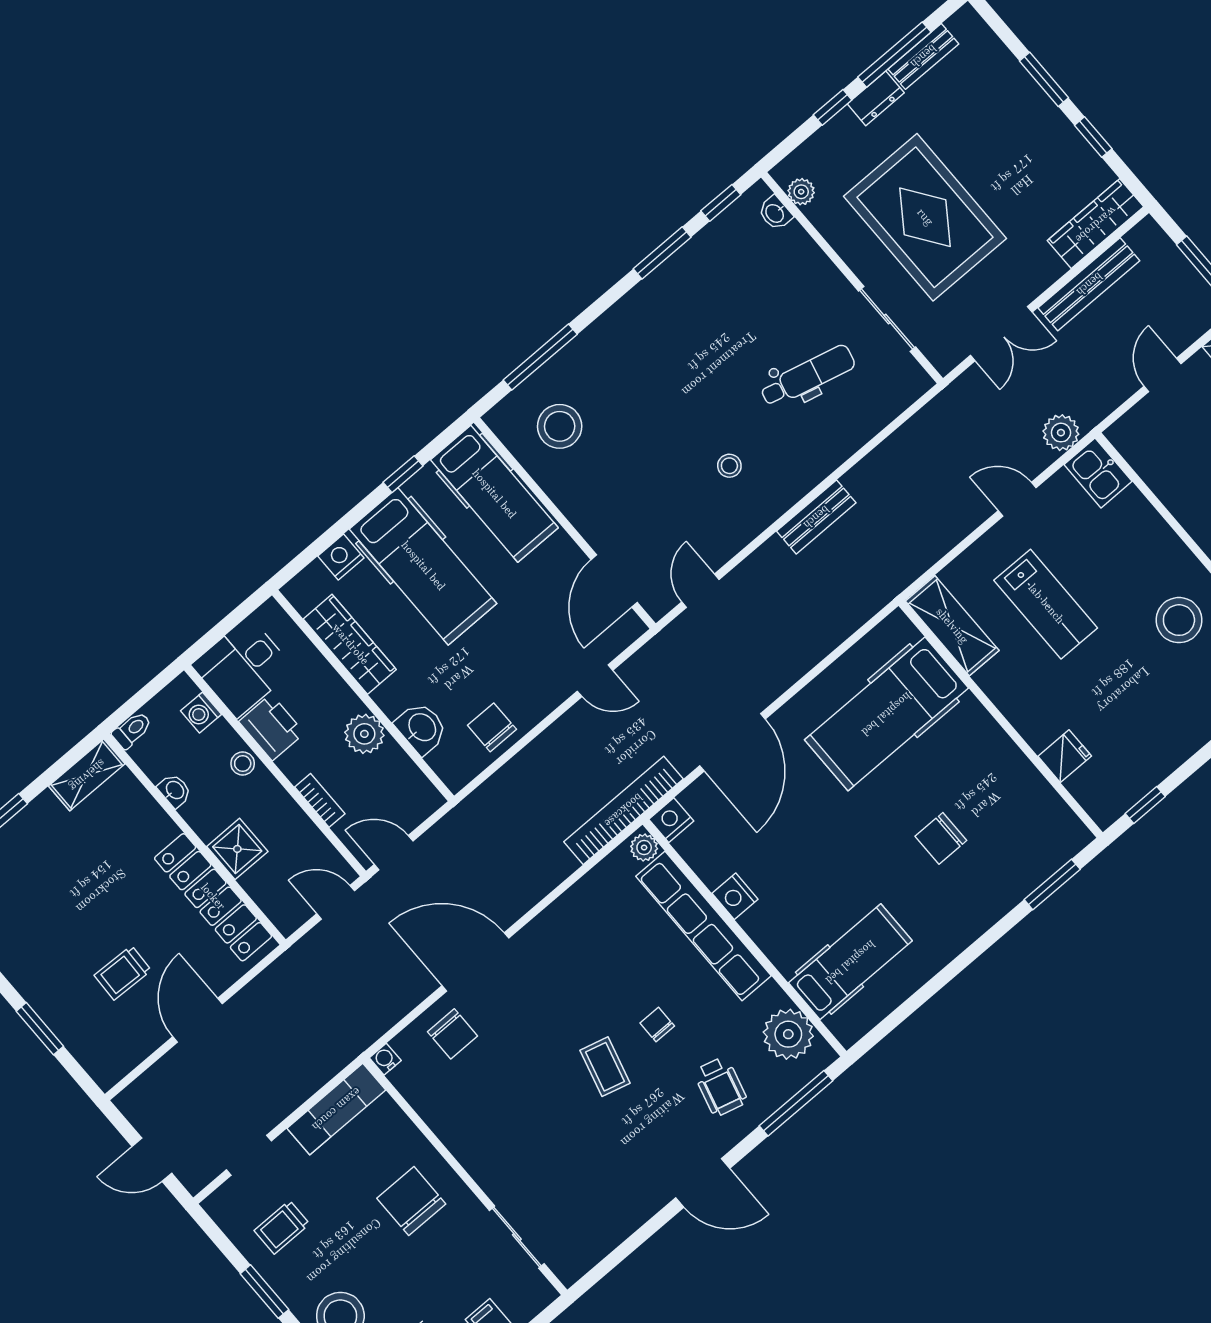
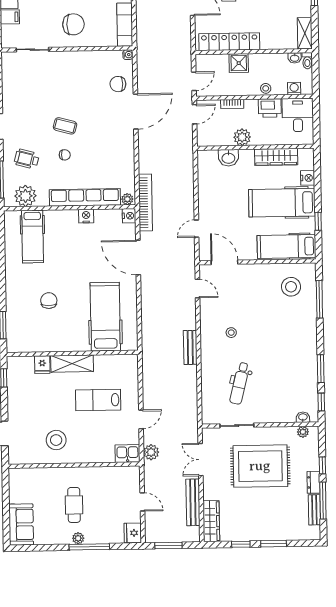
shelving: (952, 626) -> (72, 364), moved
chair: (492, 727) -> (209, 181), removed
washbasin: (175, 790) -> (295, 58), moved

